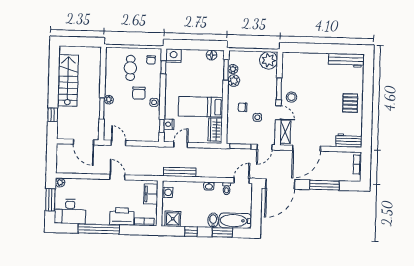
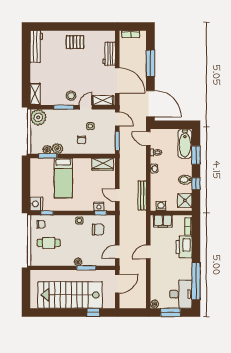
floor lamp: (212, 55) -> (35, 169), removed
shelving: (294, 58) -> (35, 94), added
stairs: (68, 80) -> (70, 295), width x1.36, depth x1.51
chair: (139, 93) -> (98, 229), moved
bed: (201, 107) -> (63, 178), moved
workbench: (349, 140) -> (109, 54), moved
bidet: (213, 220) -> (185, 180), moved
window: (99, 229) -> (196, 281), moved

